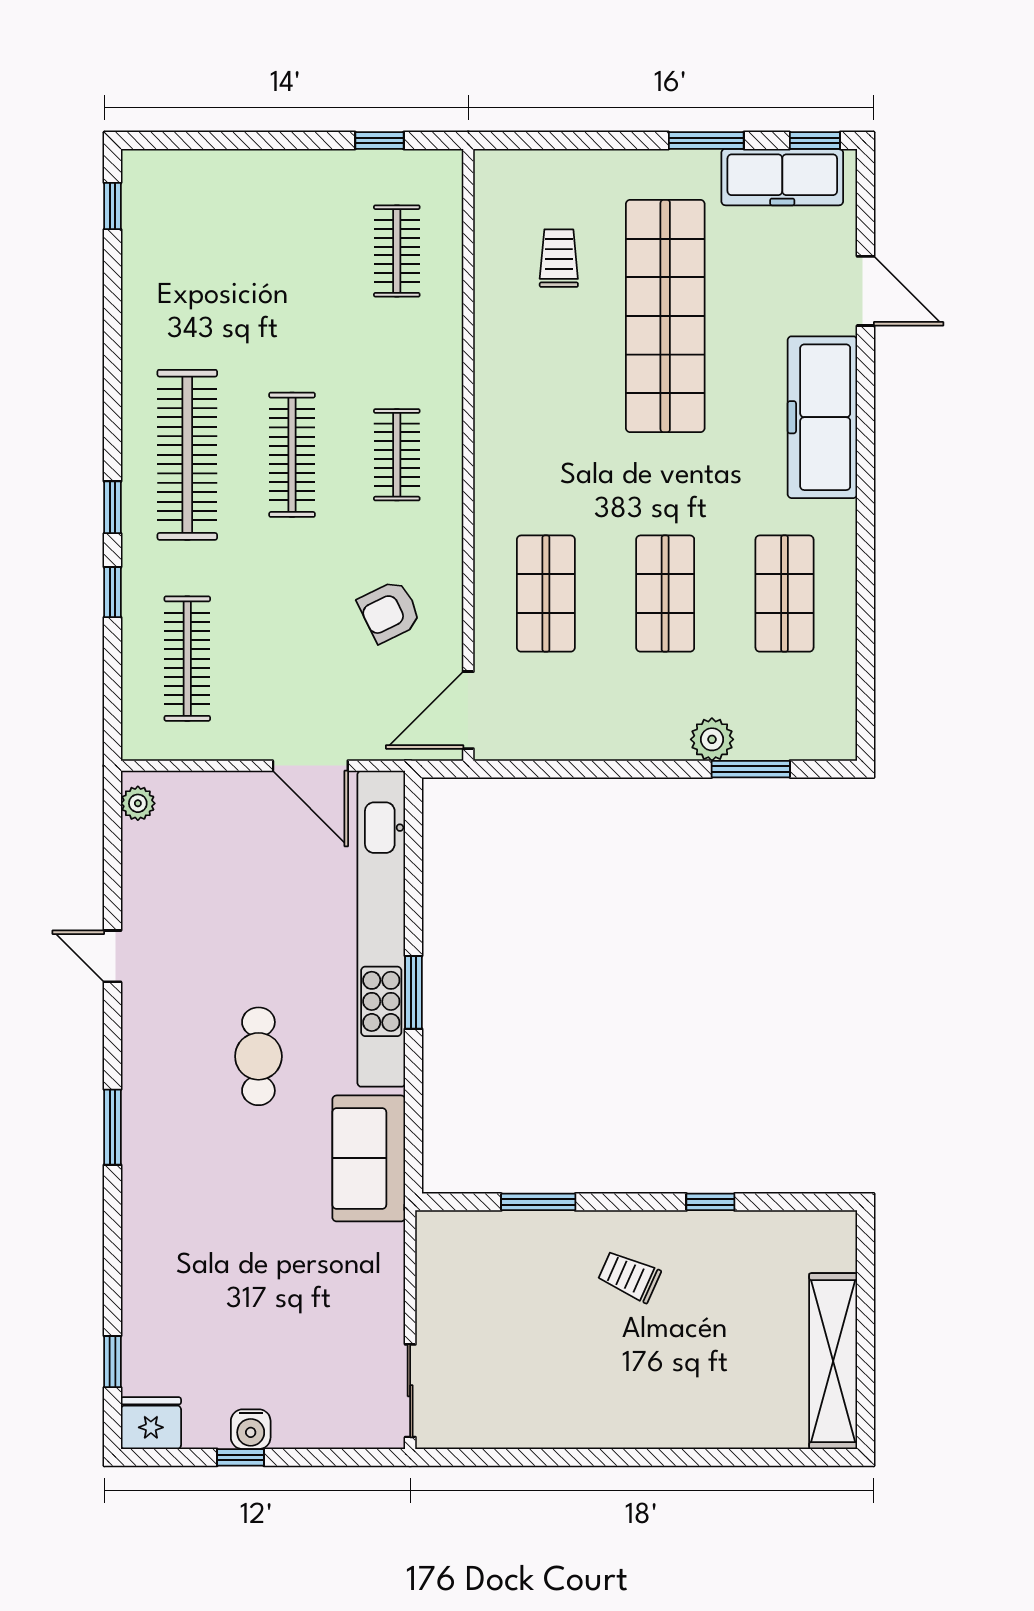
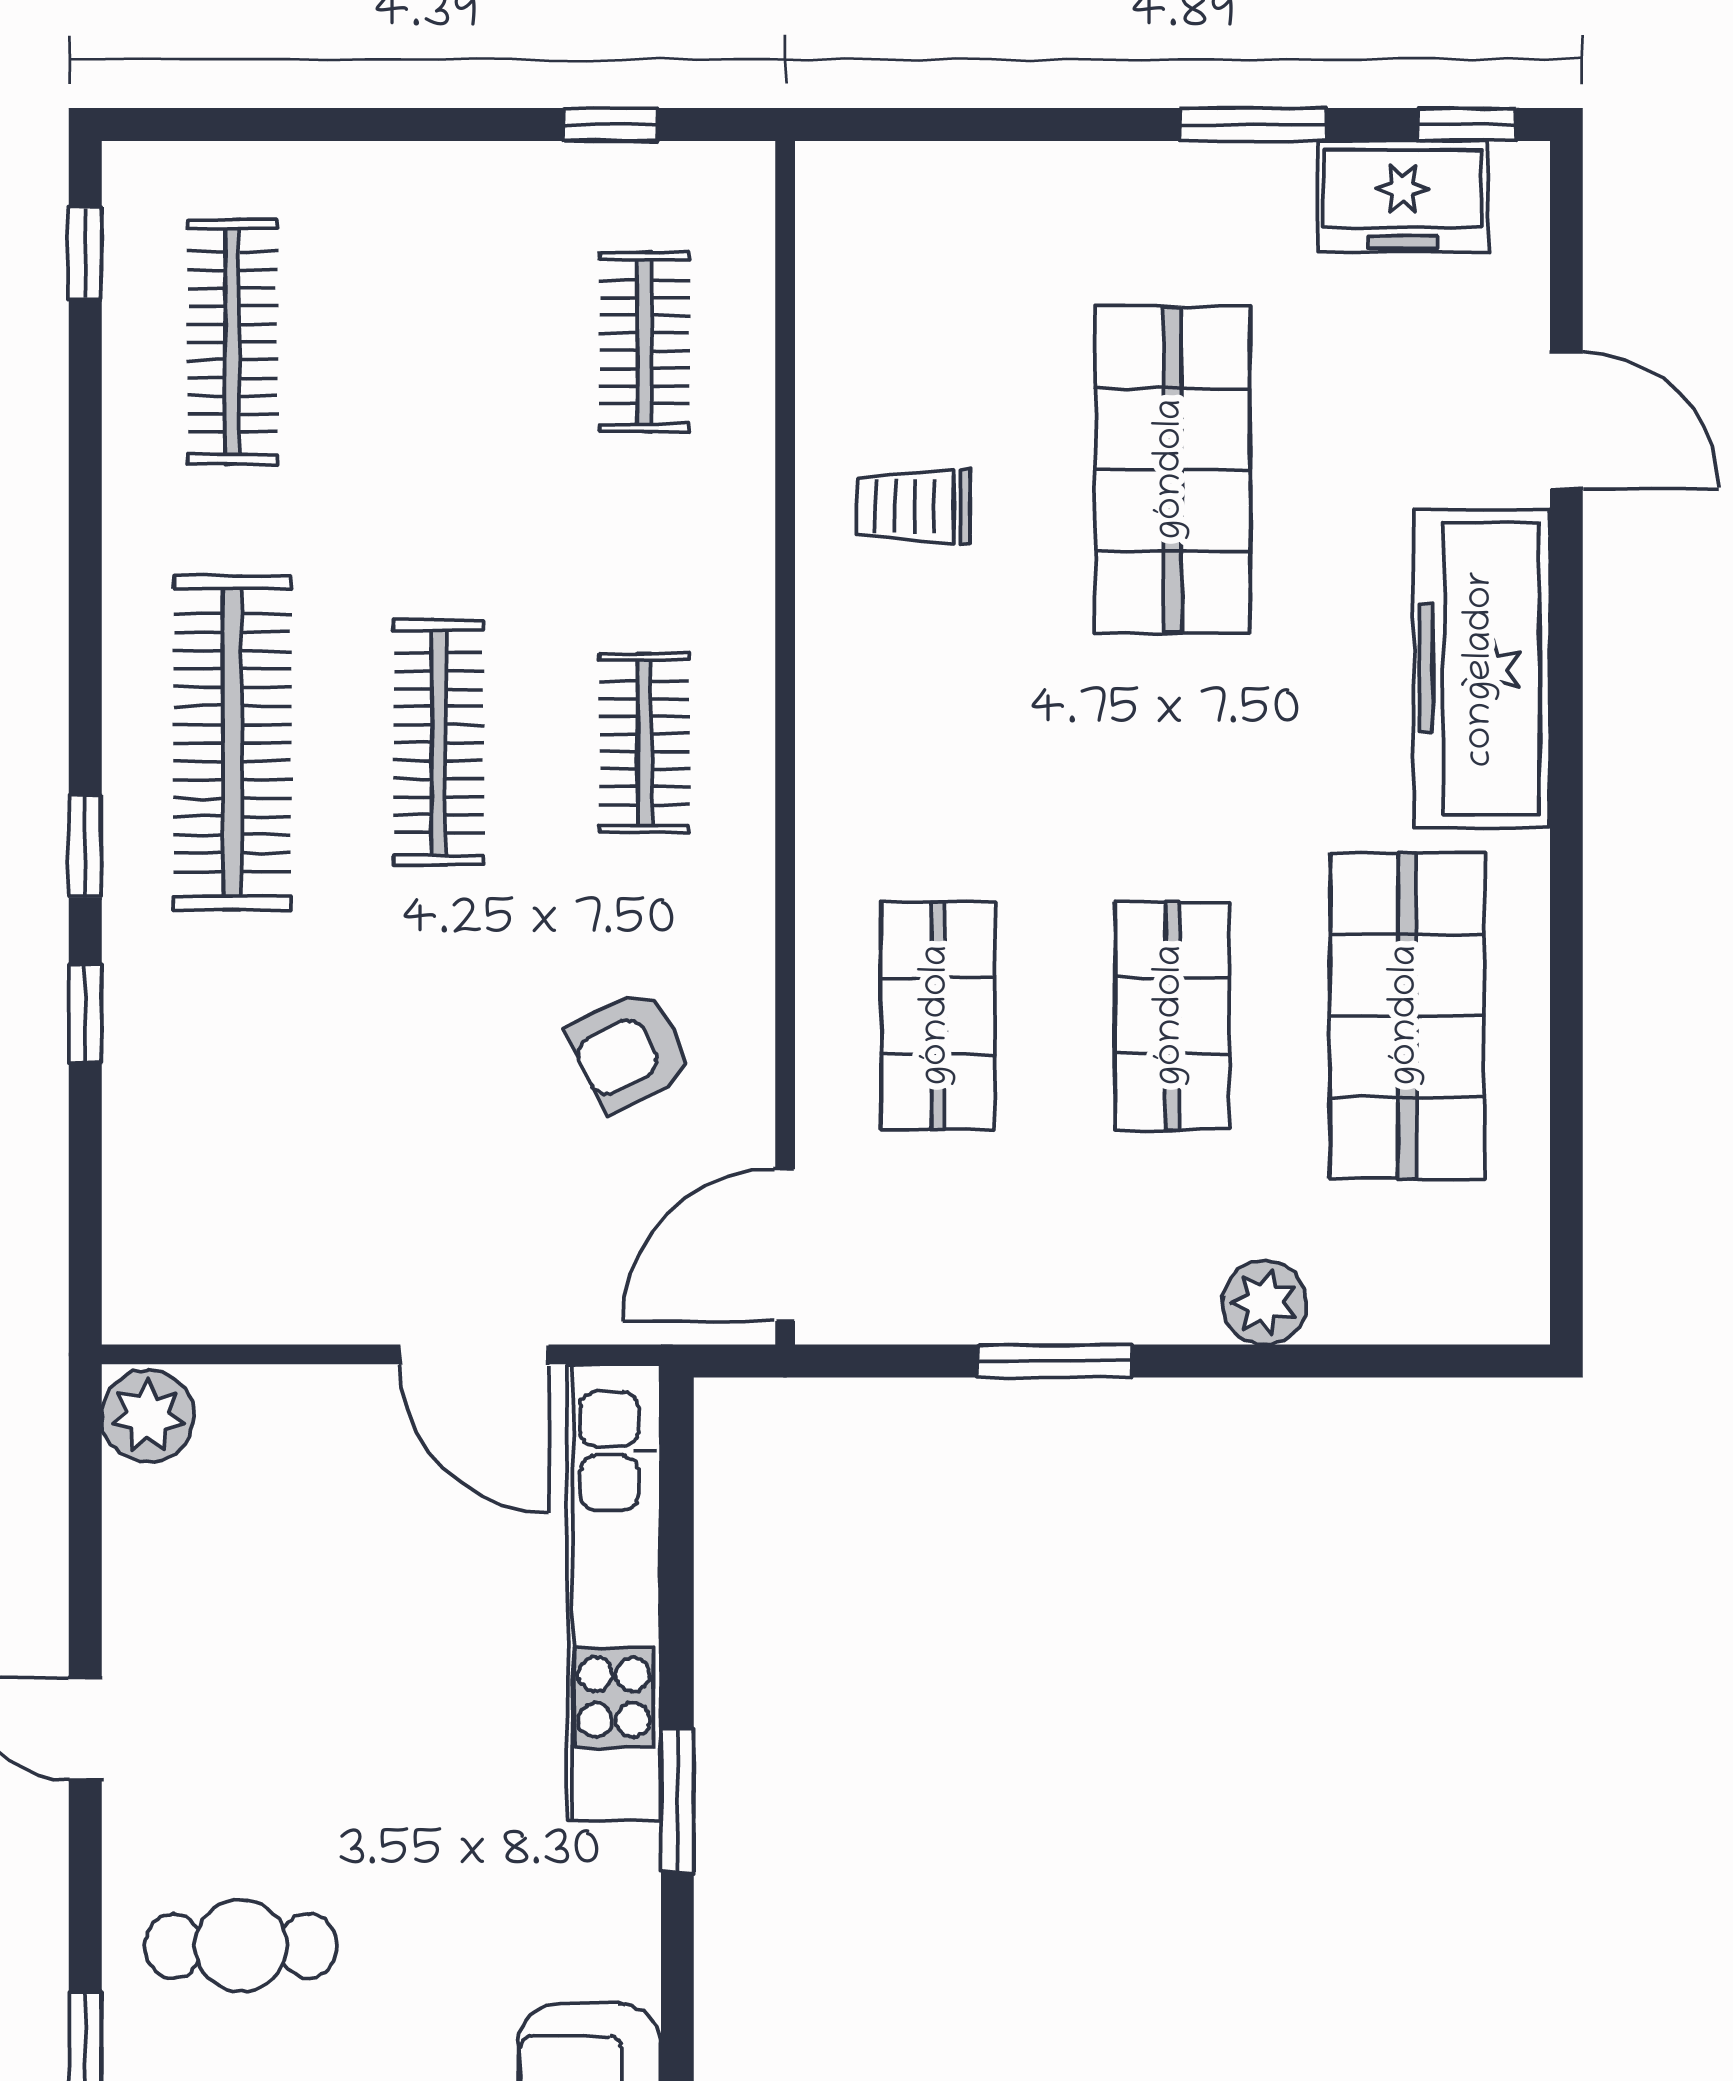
freezer: (782, 177) -> (1403, 196), width x0.71
trolley: (559, 258) -> (913, 506), moved, turned -90
shop shelf: (665, 316) -> (1172, 470), width x0.71
shop shelf: (784, 594) -> (1407, 1016), width x1.43, depth x1.36
clothes rail: (187, 659) -> (232, 342), moved
window: (751, 769) -> (1054, 1361), moved
plant: (138, 803) -> (148, 1416), width x1.38, depth x1.38
kitchen unit: (381, 929) -> (614, 1592), width x0.73
cafe table: (258, 1056) -> (241, 1946), moved, turned 90

